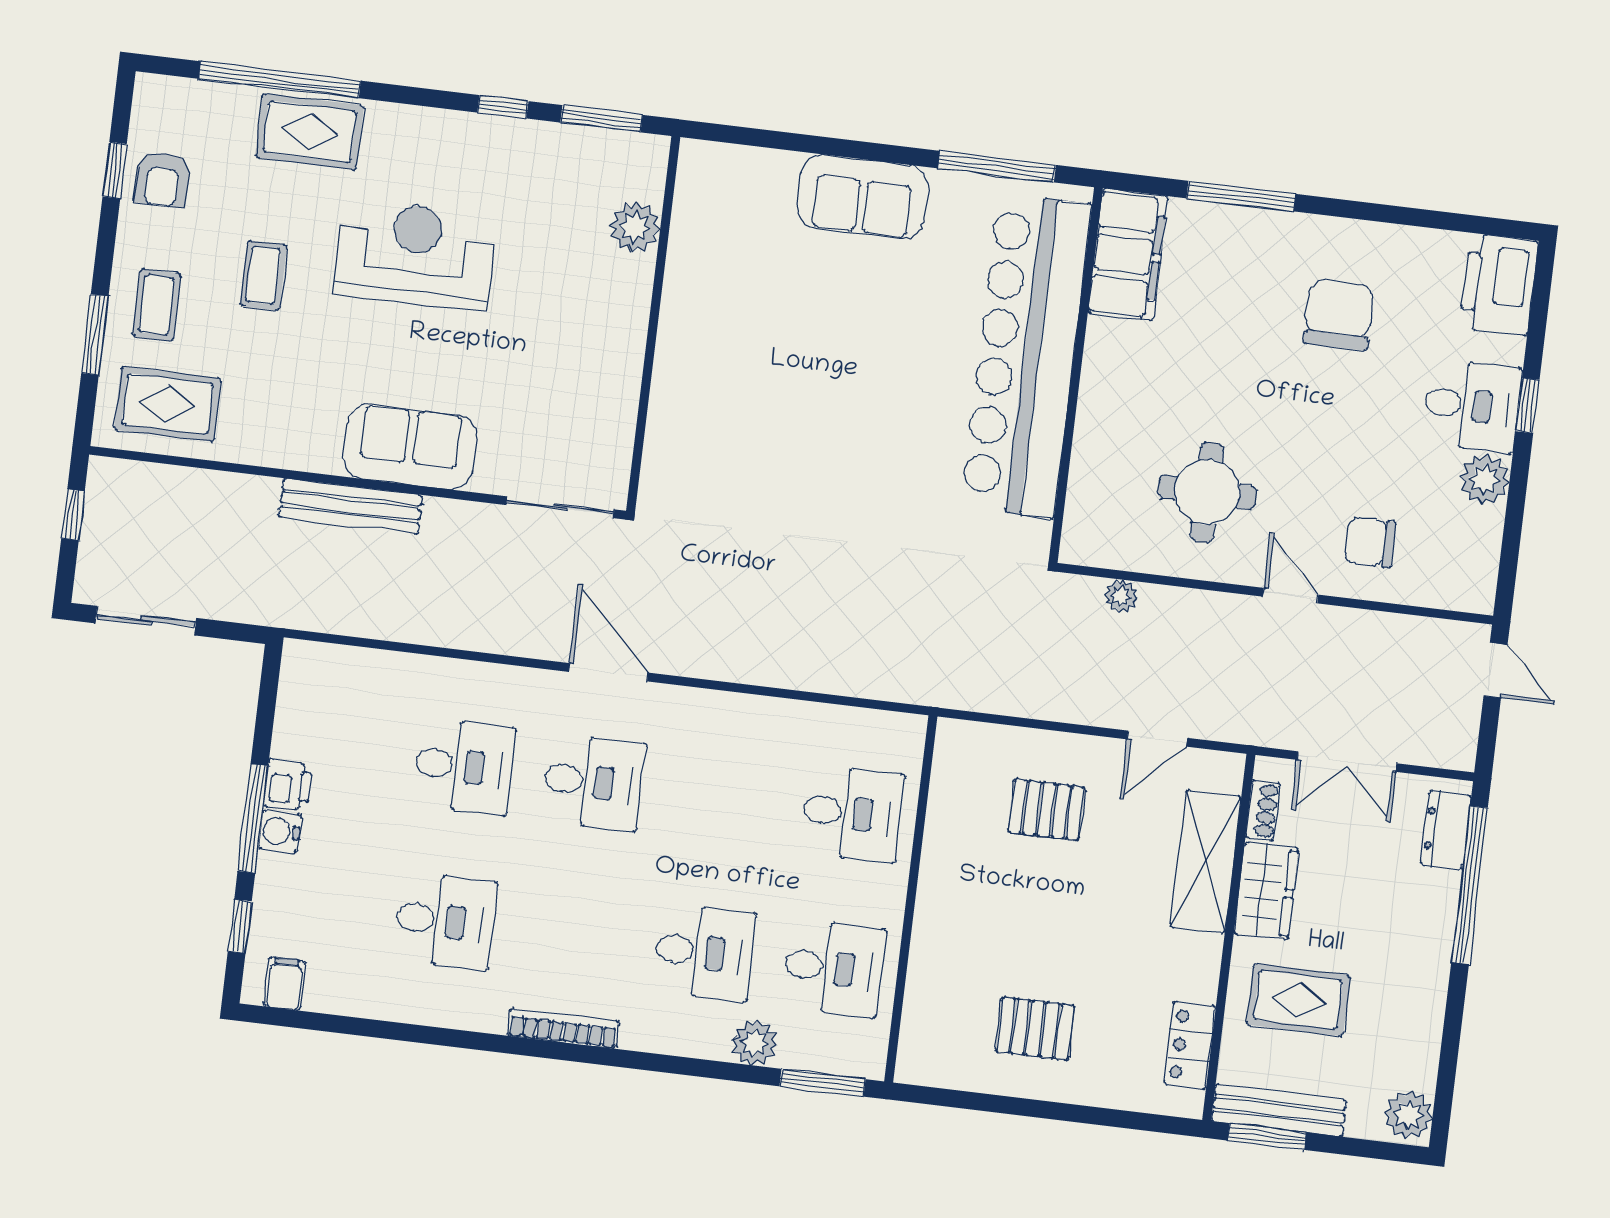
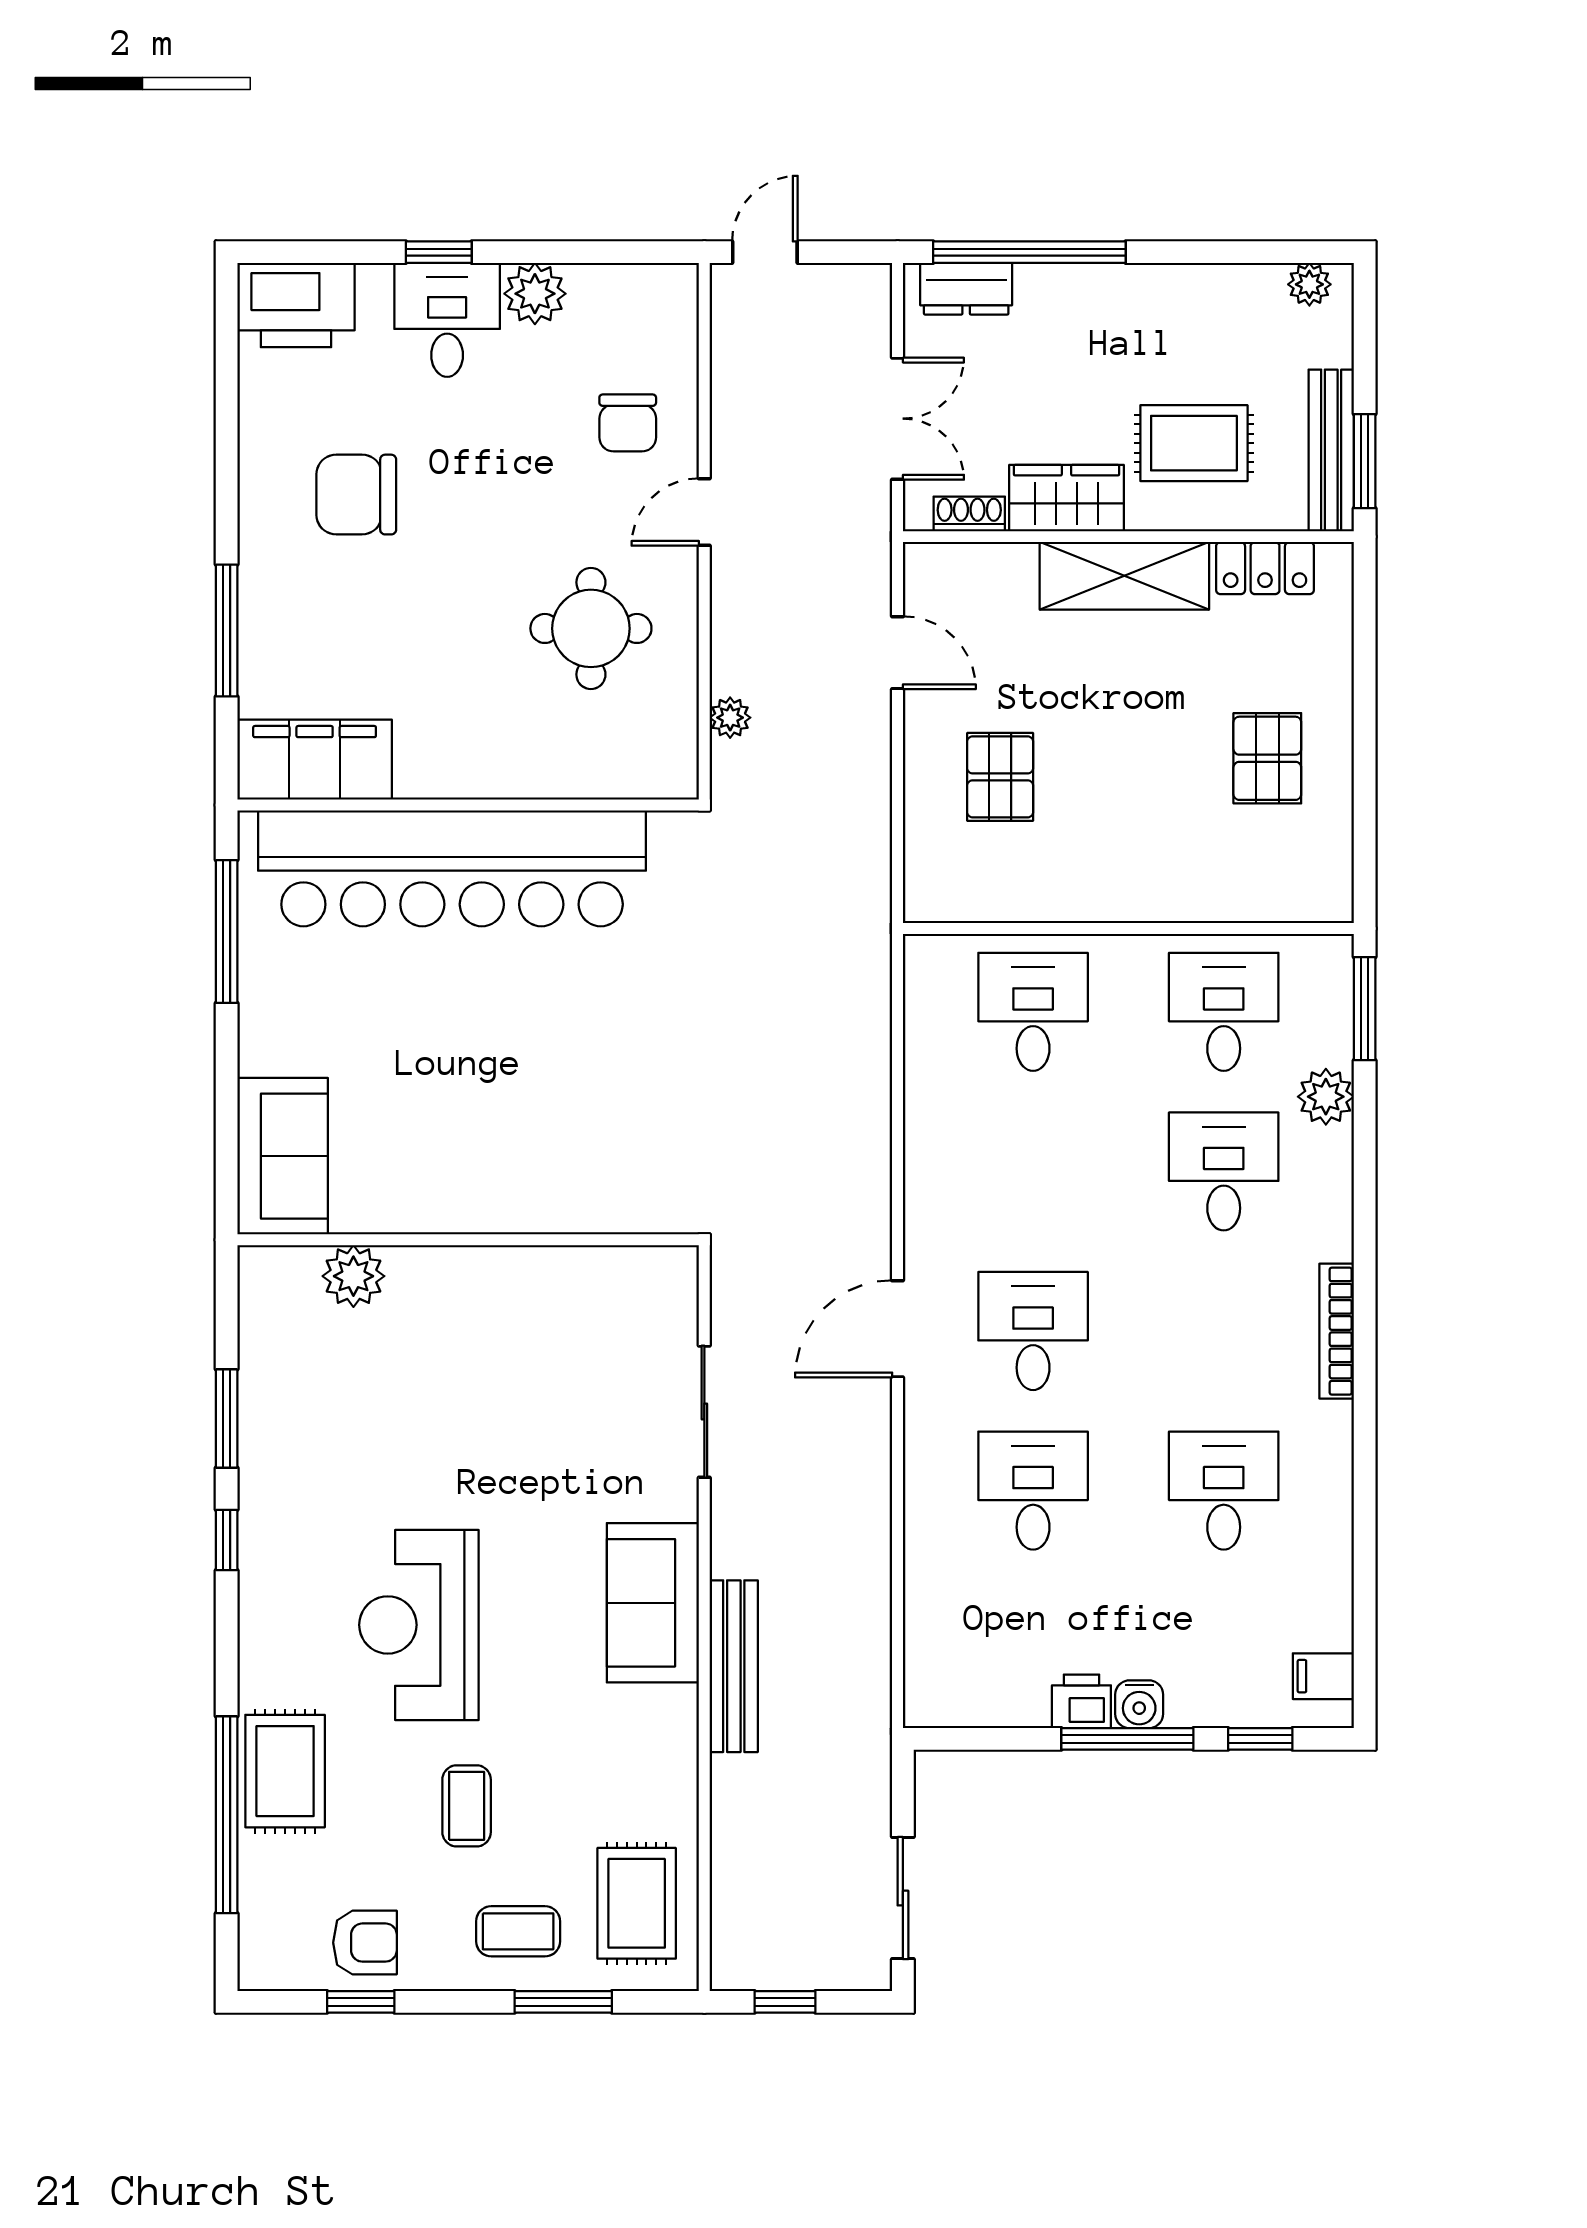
sofa: (863, 196) -> (283, 1156), moved
plant: (635, 227) -> (353, 1276), moved
coffee table: (263, 275) -> (467, 1806), turned 90
wall: (653, 324) -> (468, 1240), moved
shelving: (1206, 862) -> (1124, 576), moved
rug: (1298, 1000) -> (1194, 443), turned 90
plant: (1409, 1115) -> (1309, 284), width x0.73, depth x0.73

